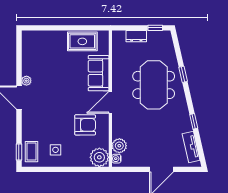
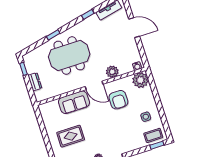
rug: (82, 41) -> (71, 136), moved, turned 90
armchair: (85, 125) -> (118, 100), turned 180
plant: (119, 146) -> (112, 72), moved

